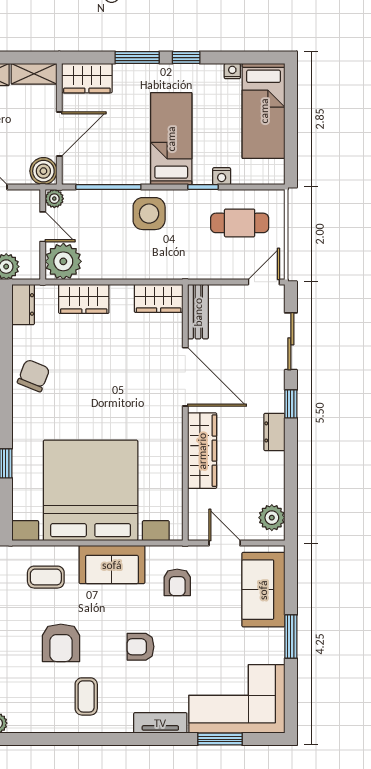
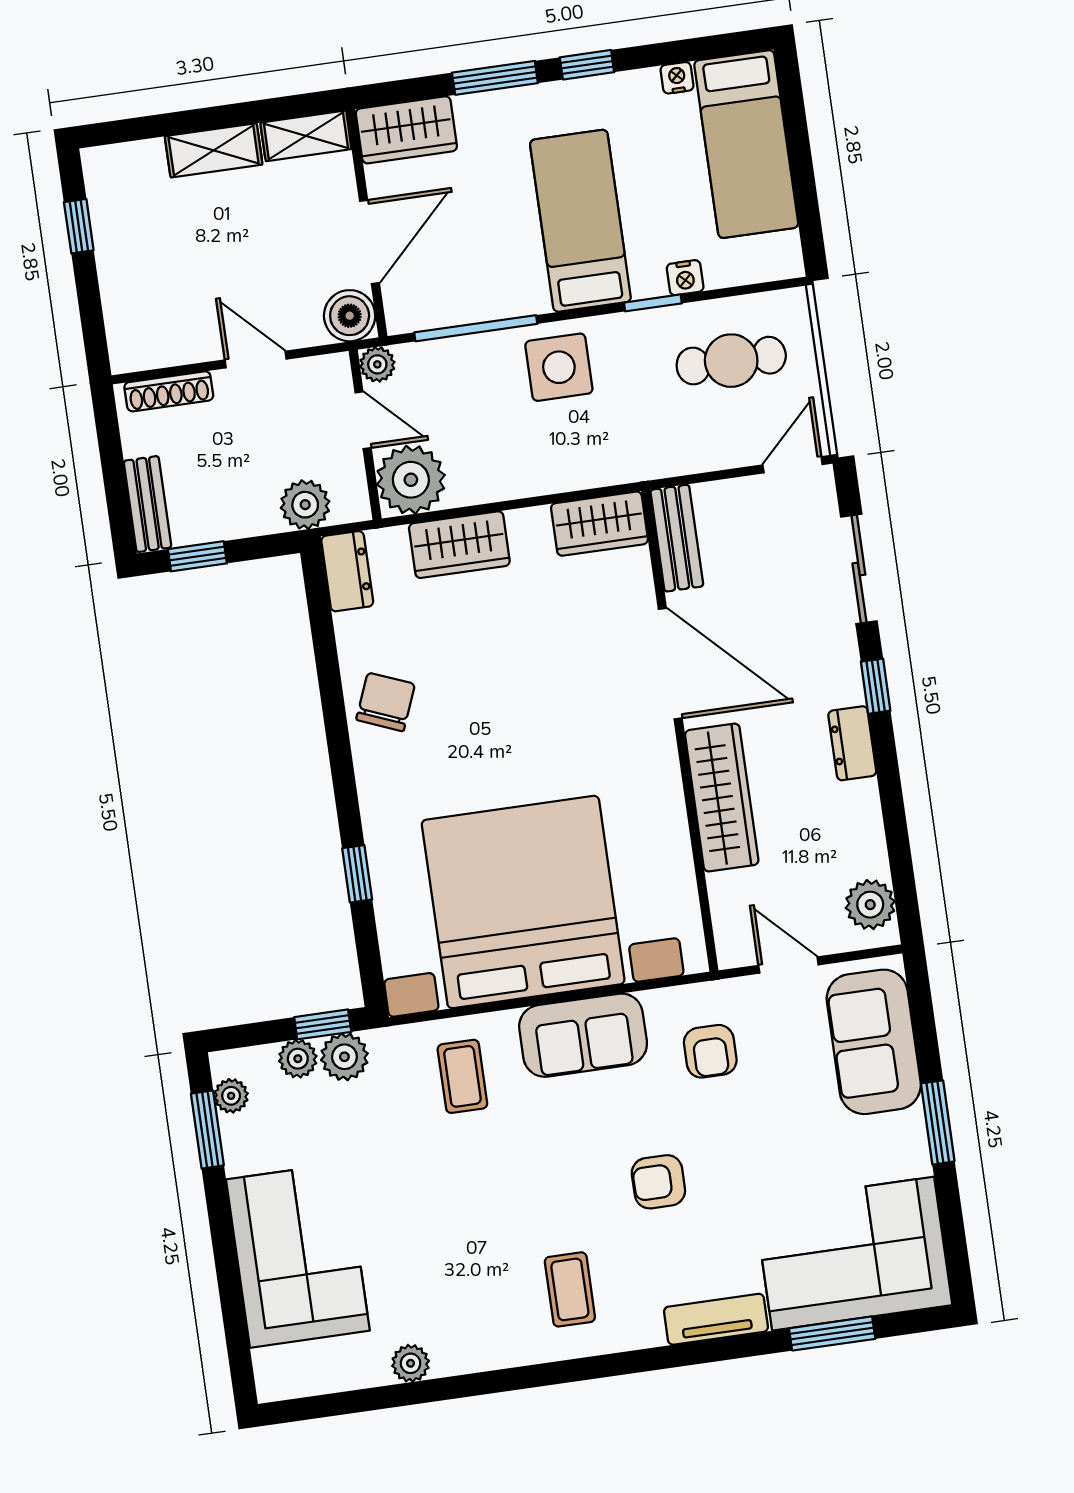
coffee table: (46, 577) -> (462, 1076), turned 90
armchair: (61, 643) -> (508, 1196), removed

